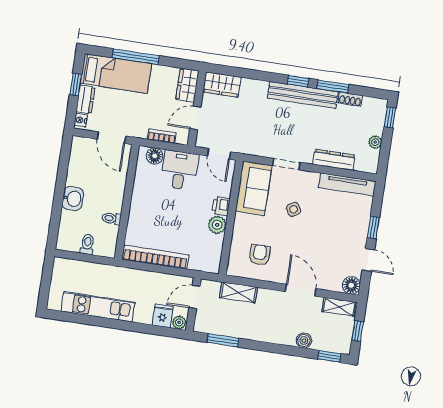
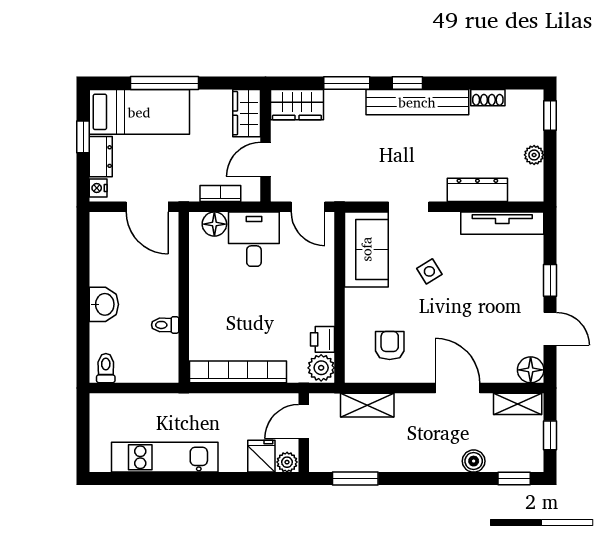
window: (333, 86) -> (347, 83), moved
printer: (221, 206) -> (323, 339), moved
plant: (217, 225) -> (321, 368), moved
toilet: (87, 244) -> (106, 368), moved

